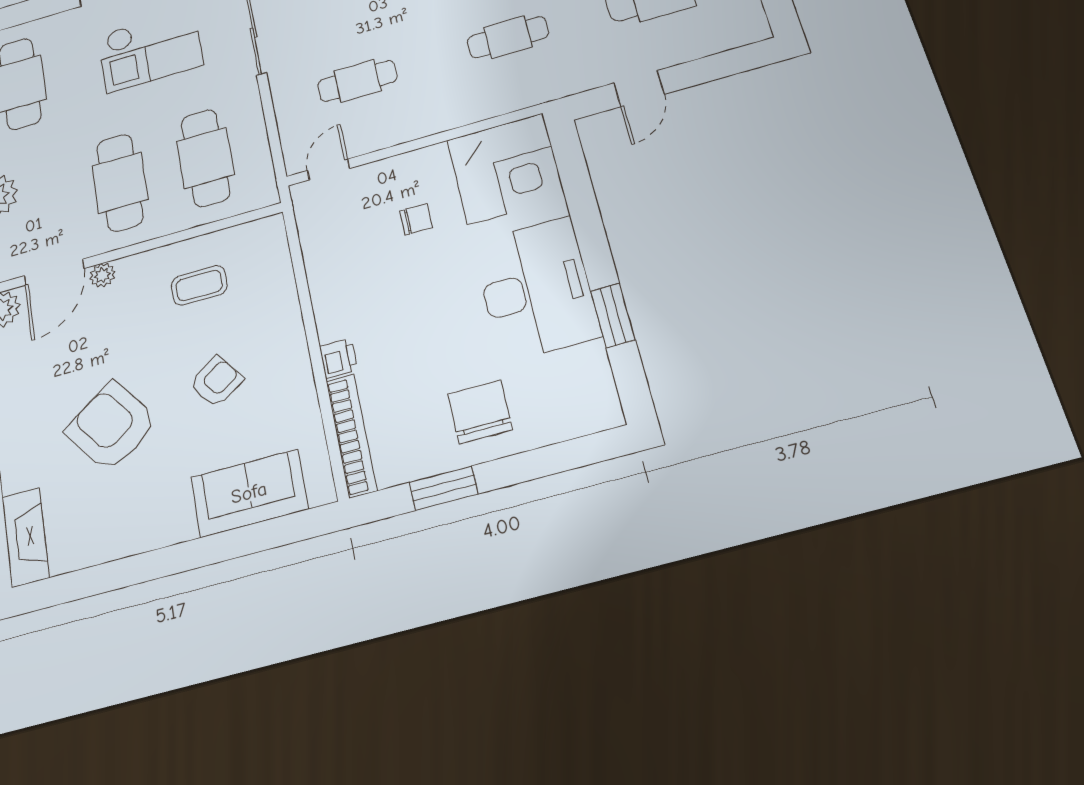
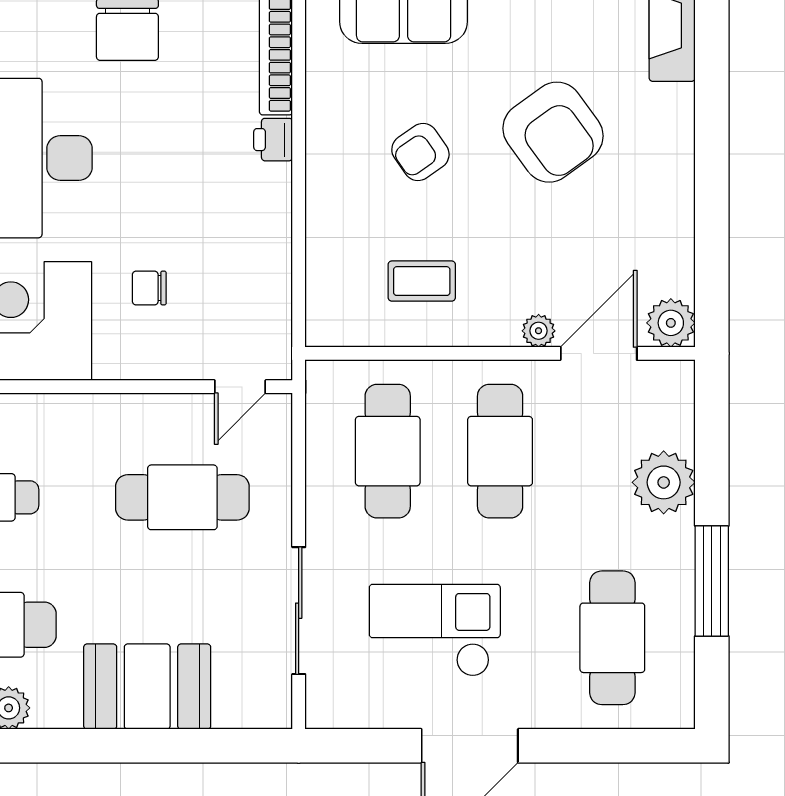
cafe table: (357, 81) -> (182, 497), width x1.37, depth x1.35

